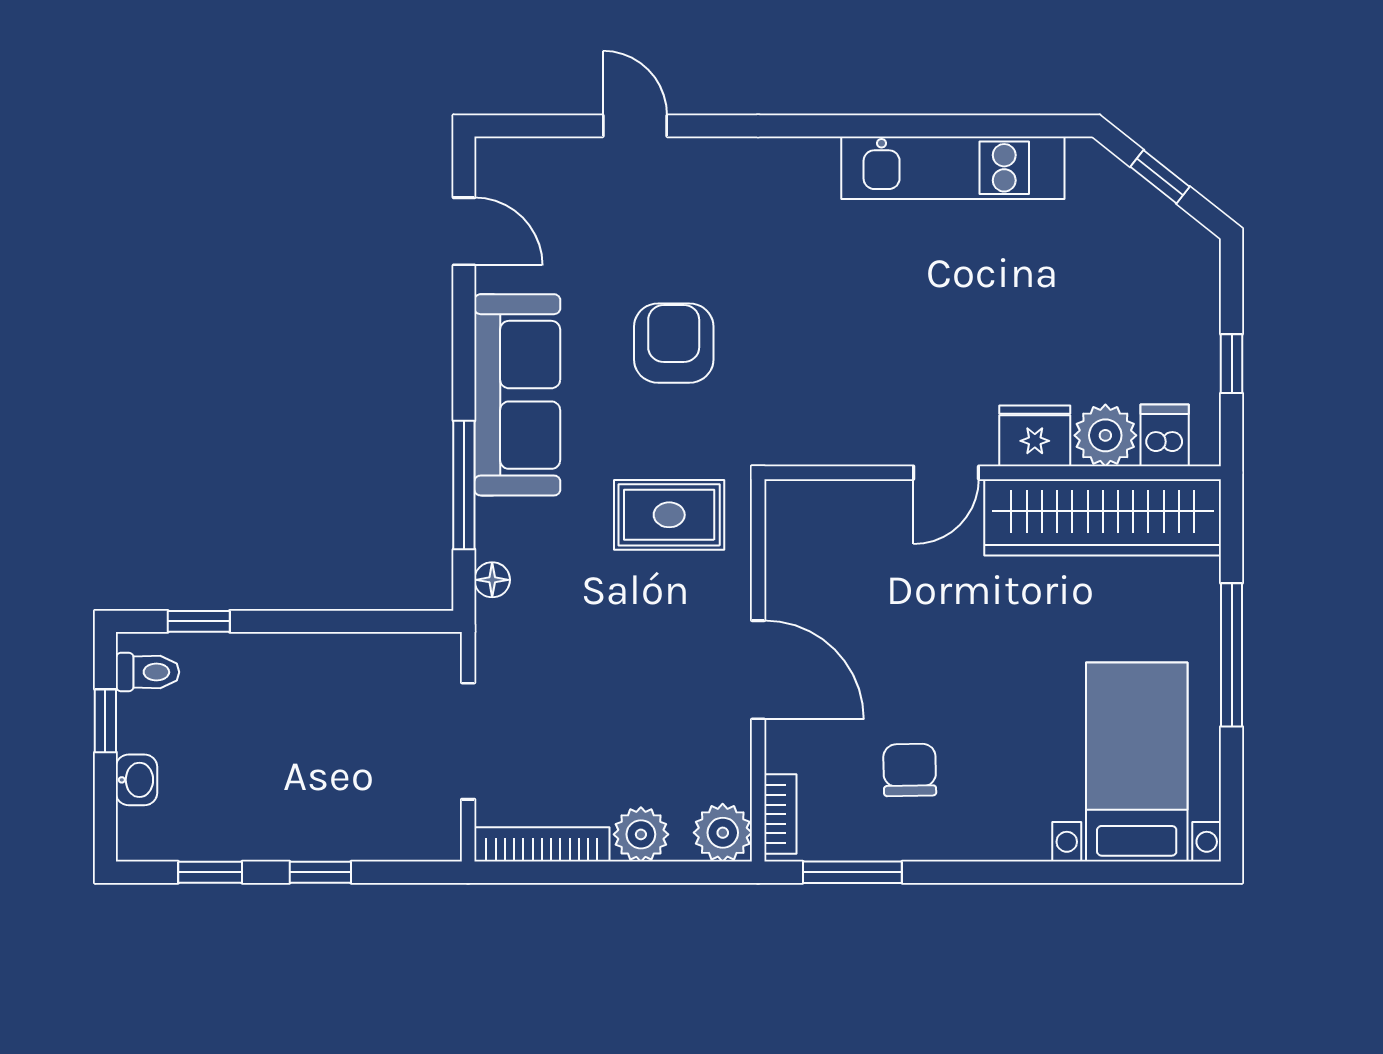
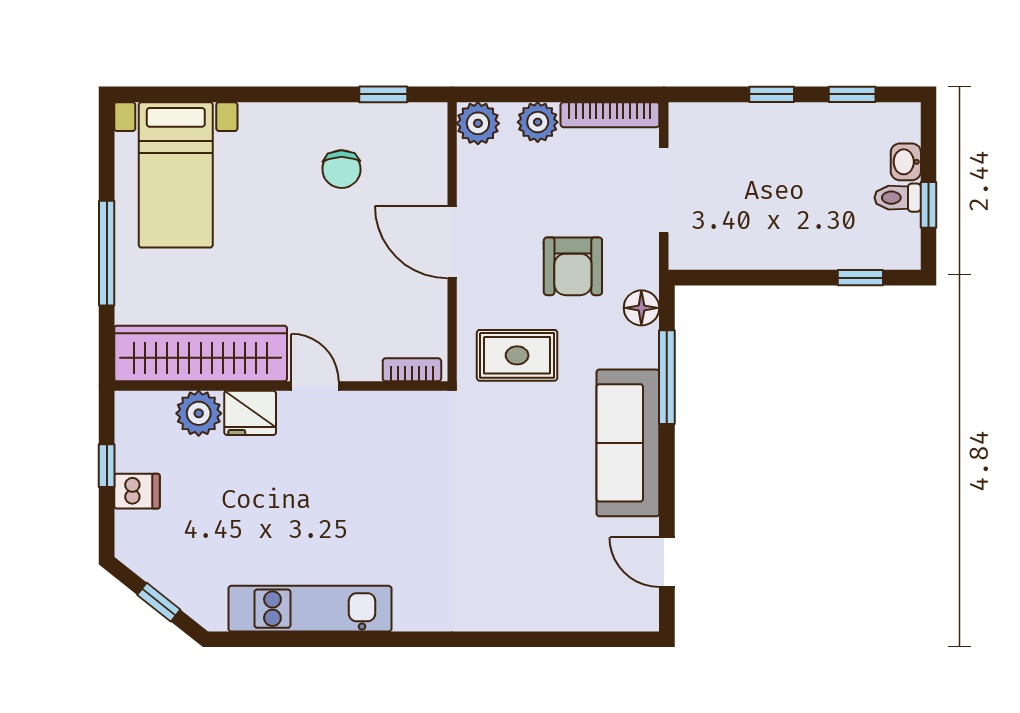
door: (635, 126) -> (542, 639), removed
armchair: (674, 343) -> (573, 266), moved
dishwasher: (1165, 435) -> (137, 491), moved, turned -90
door: (946, 473) -> (315, 386), hinge flipped
floor lamp: (492, 580) -> (641, 308), width x1.37, depth x1.37
toilet: (148, 672) -> (898, 198), moved
bookcase: (780, 814) -> (412, 370), moved, turned 90
window: (852, 872) -> (383, 94), width x0.67

